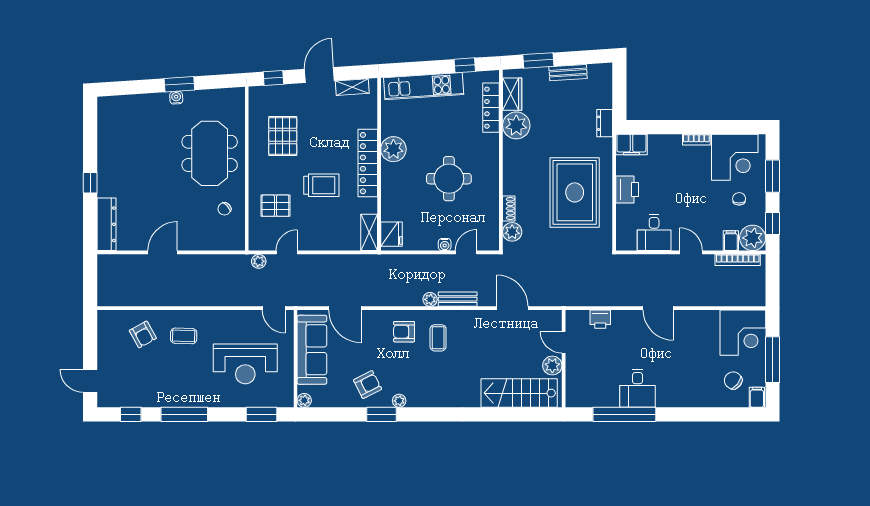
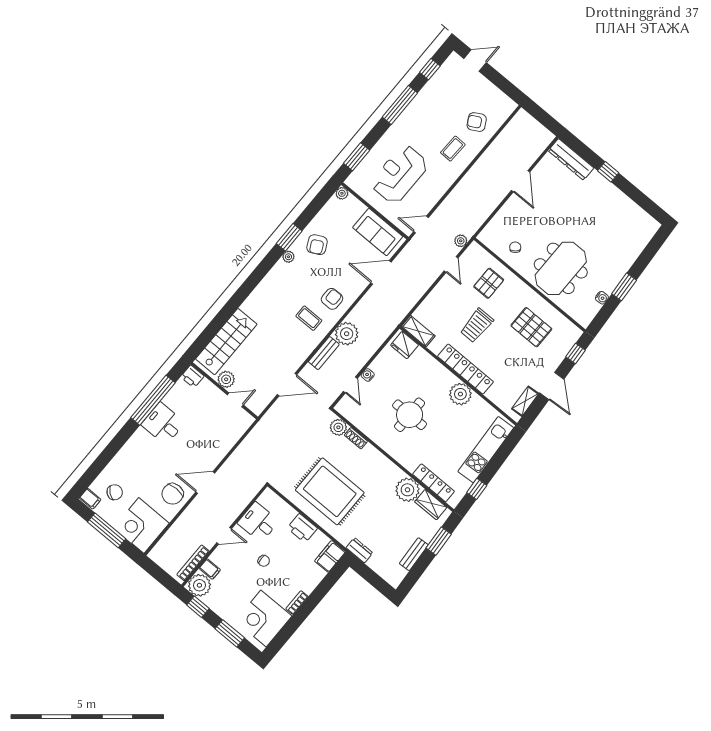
water cooler: (176, 98) -> (602, 298), moved
meeting table: (210, 153) -> (561, 268), turned 90
chair: (739, 199) -> (264, 561), moved
plant: (430, 299) -> (347, 334), width x1.88, depth x1.88
printer: (600, 319) -> (192, 376), moved, turned -90
chair: (692, 329) -> (173, 494), added
sofa: (312, 350) -> (378, 232), width x0.73

